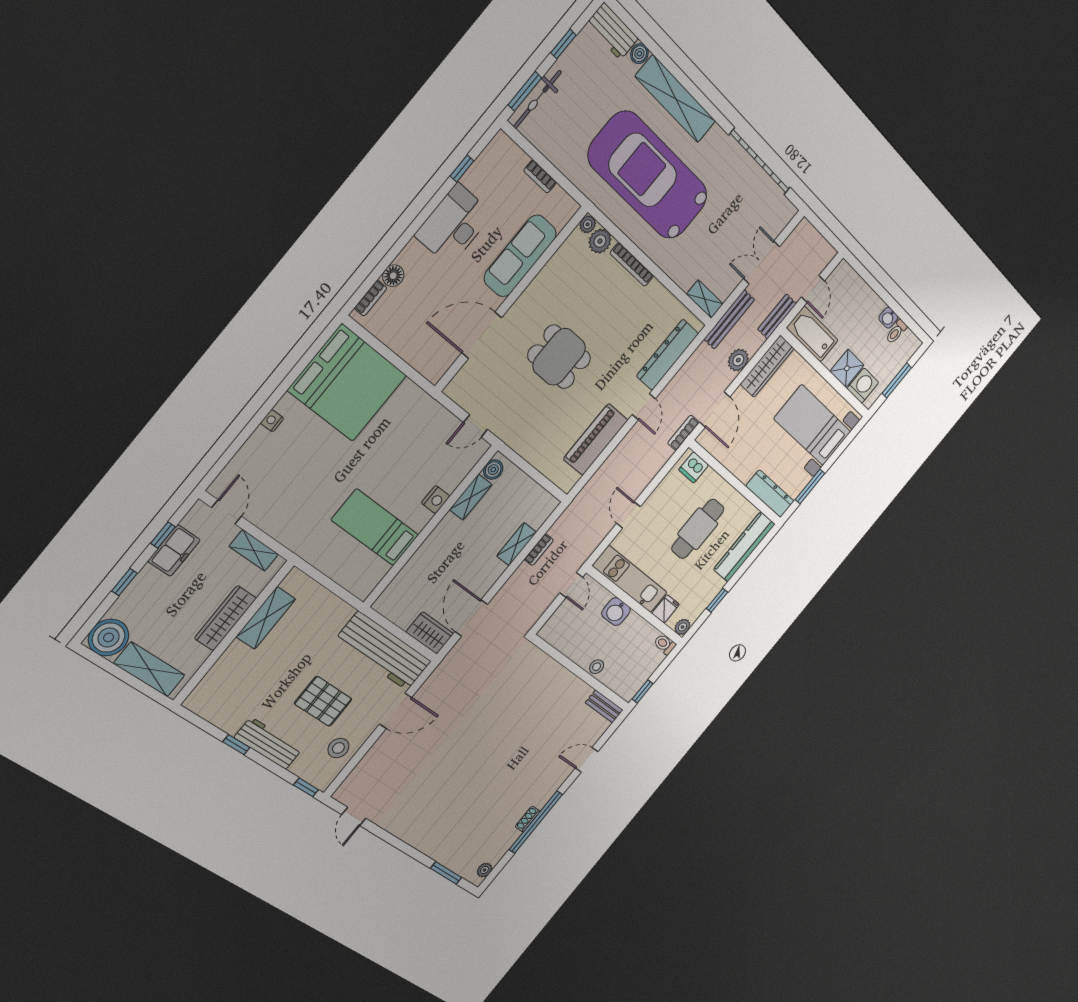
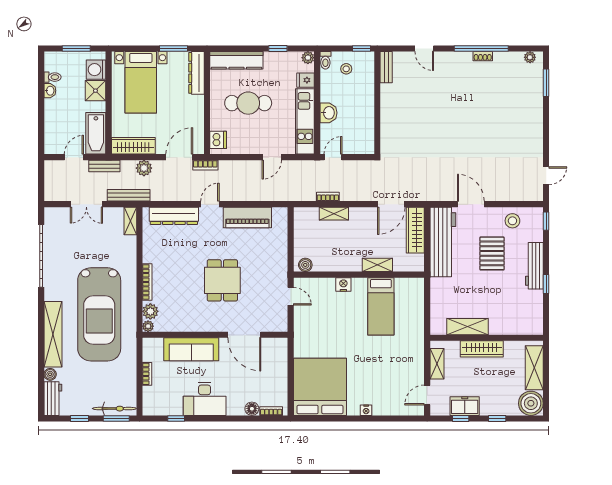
shelving: (471, 497) -> (377, 265), moved
wardrobe: (430, 633) -> (415, 230), width x1.50
stool: (597, 667) -> (346, 69), moved

